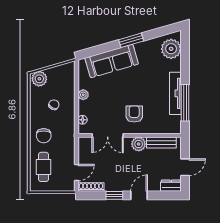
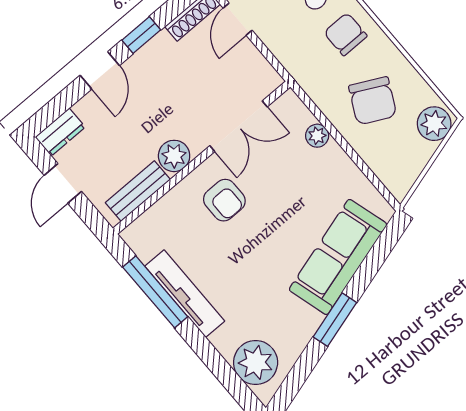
plant: (83, 95) -> (317, 136), moved
chair: (54, 105) -> (373, 101), width x1.87, depth x1.87
floor lamp: (83, 120) -> (303, 117), removed
double door: (108, 135) -> (238, 126), swing flipped

